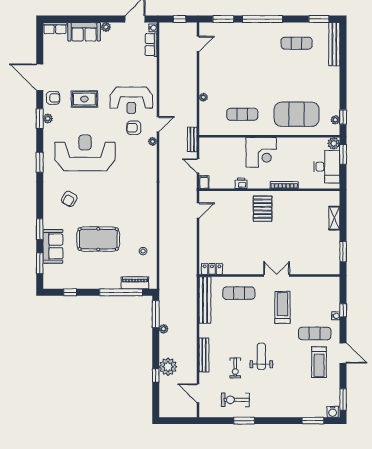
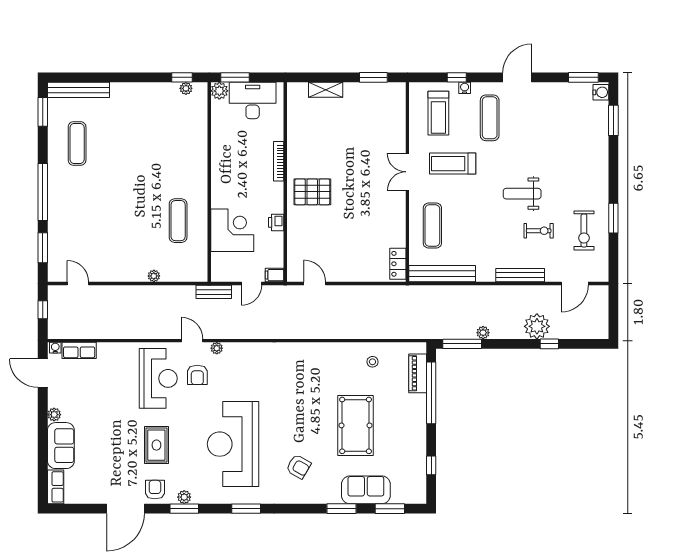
exercise mat: (297, 114) -> (178, 144), removed
corner desk: (261, 152) -> (232, 230), moved
treadmill: (319, 362) -> (438, 113), moved, turned 90

